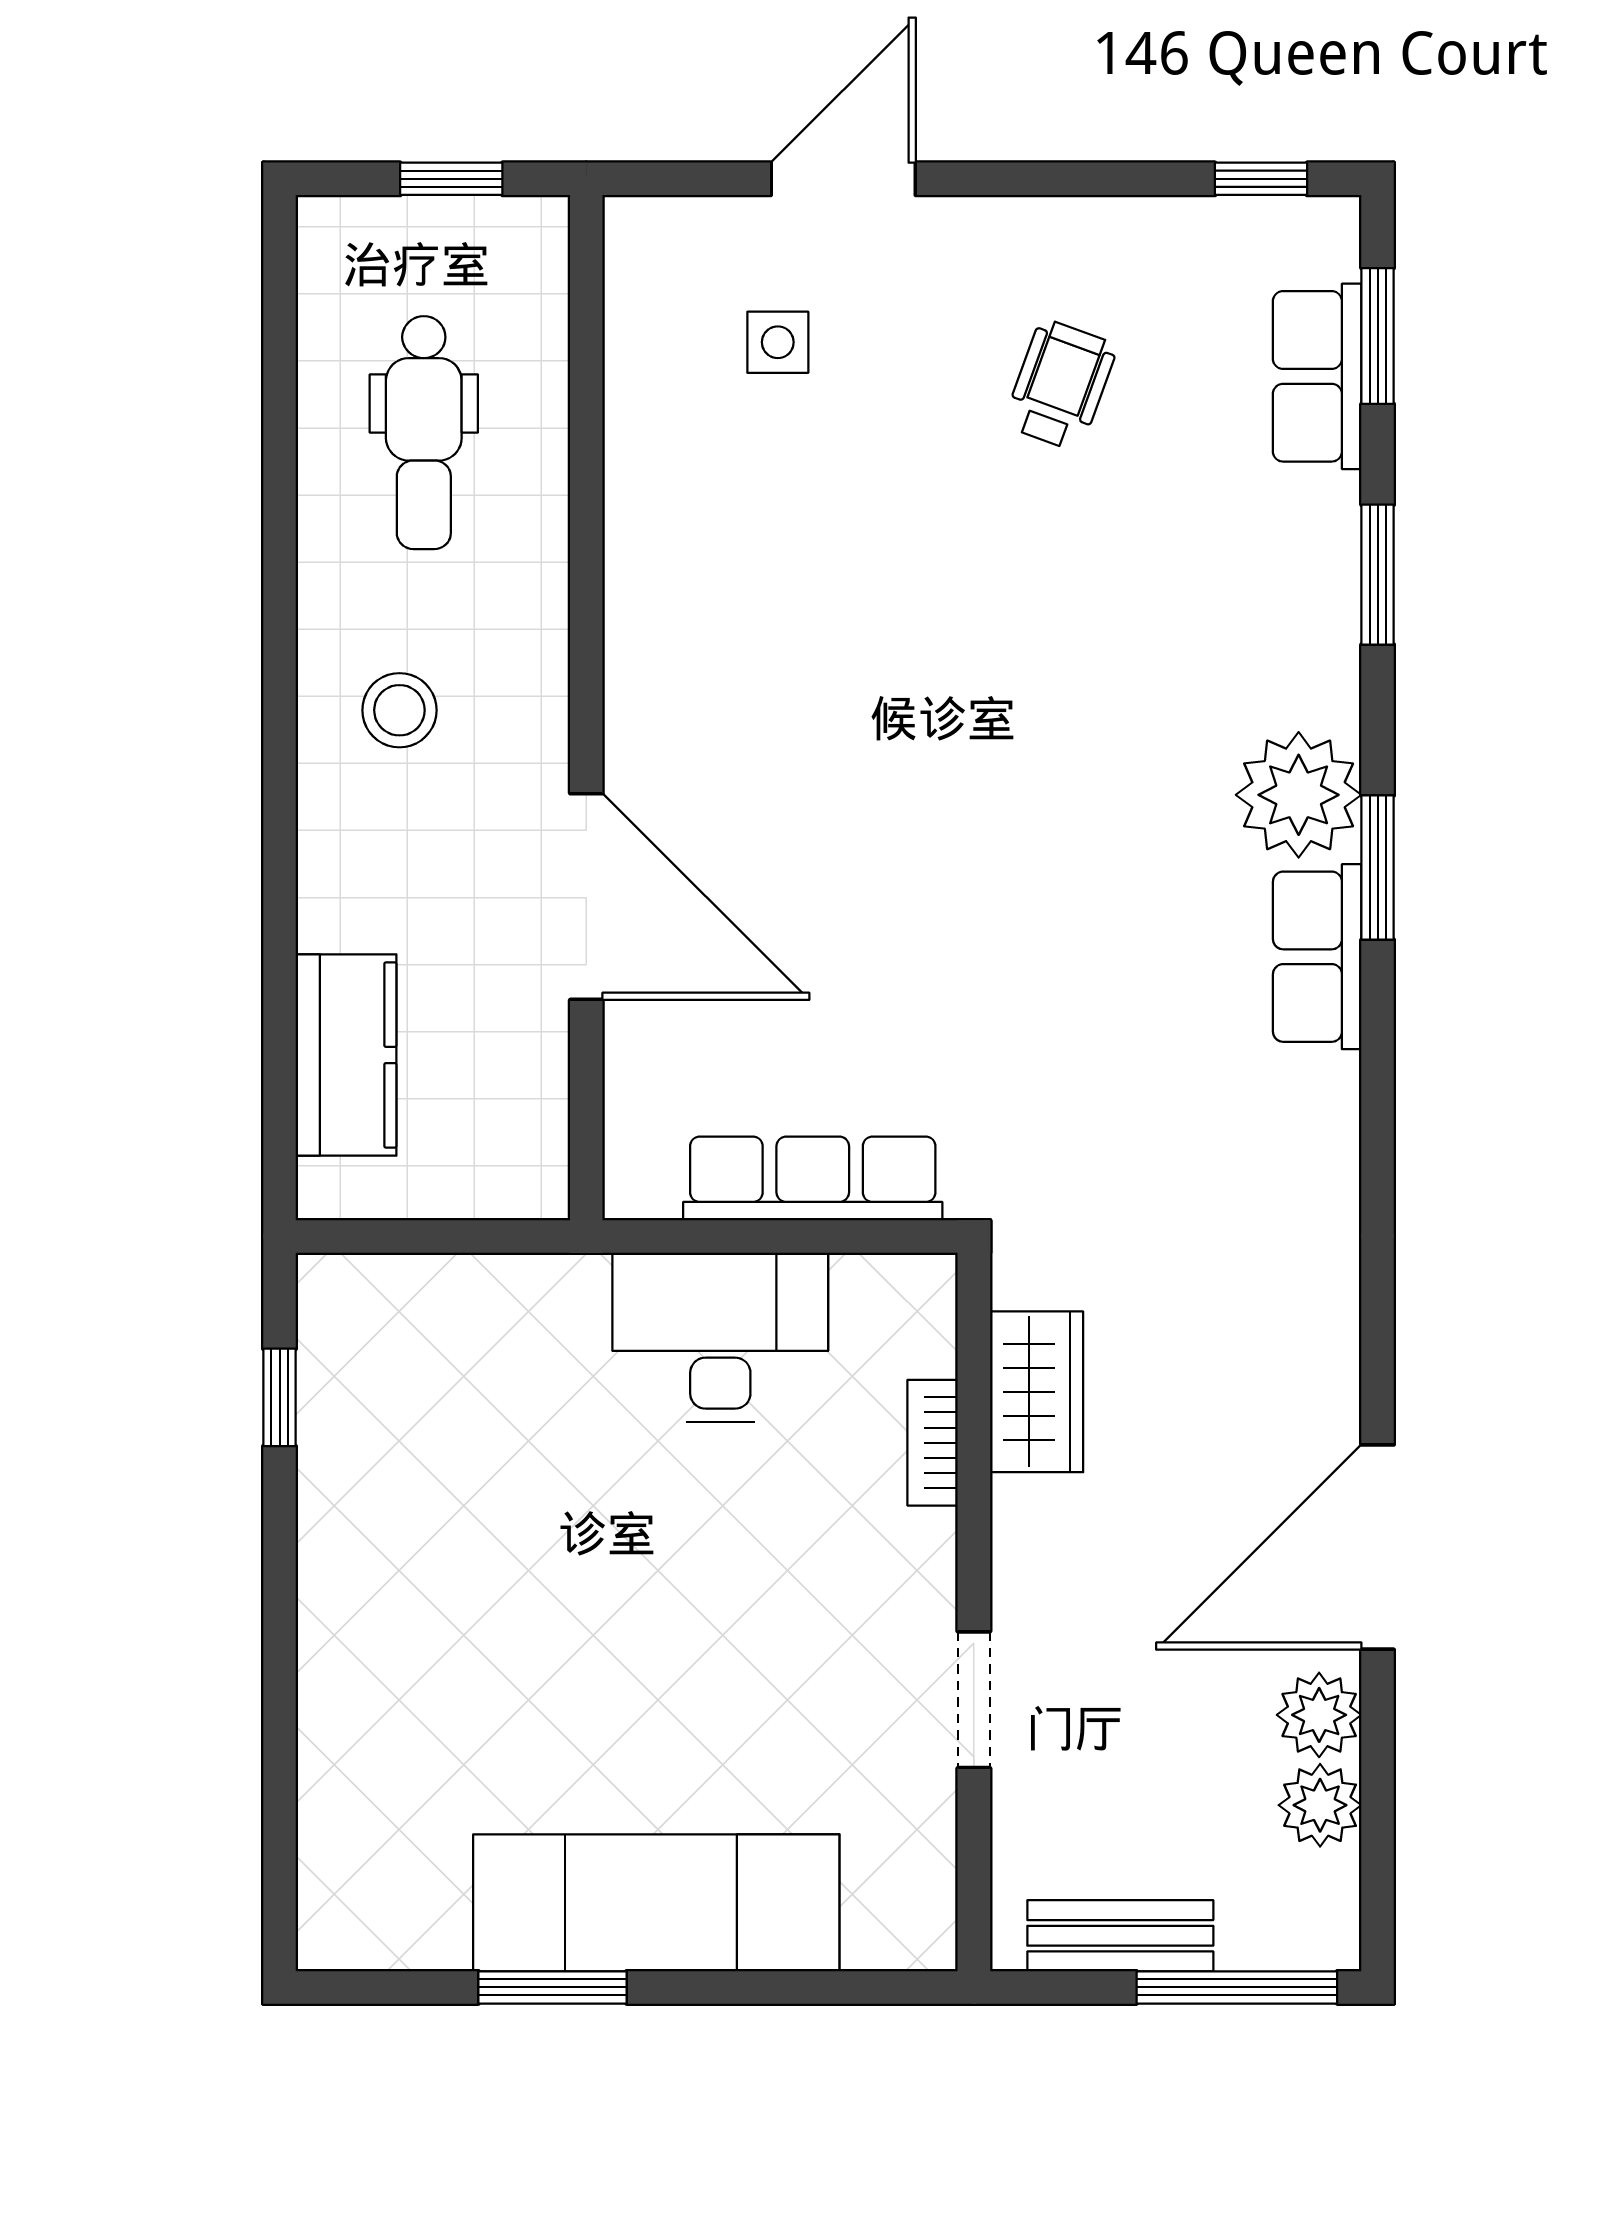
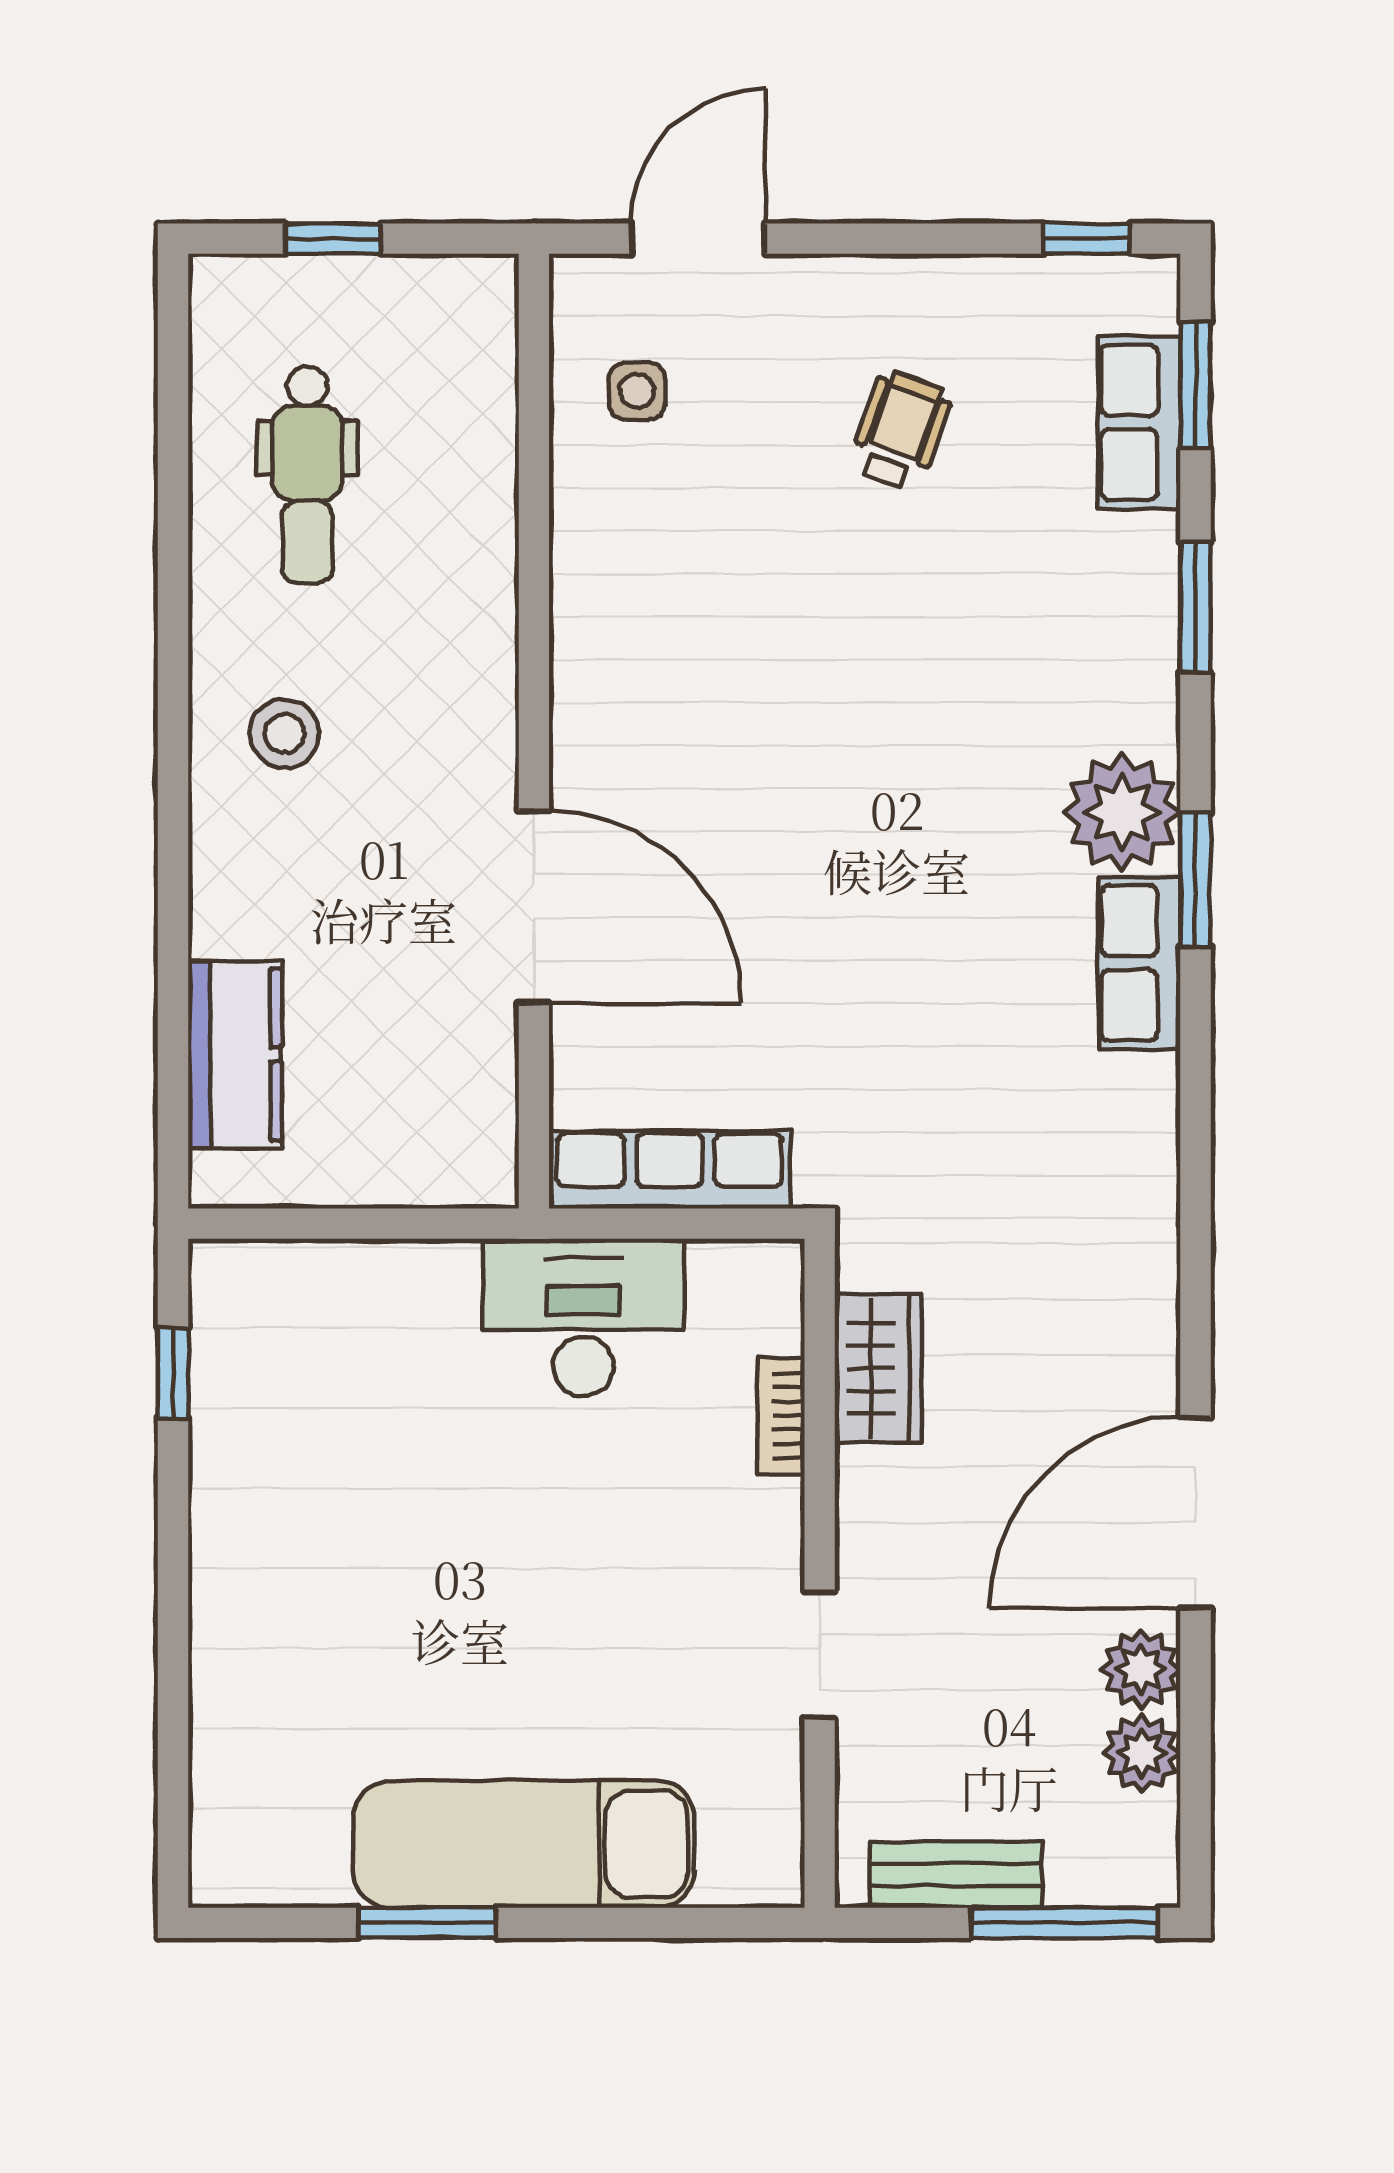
wall: (586, 708) -> (534, 731), moved
door: (586, 897) -> (534, 907), moved

